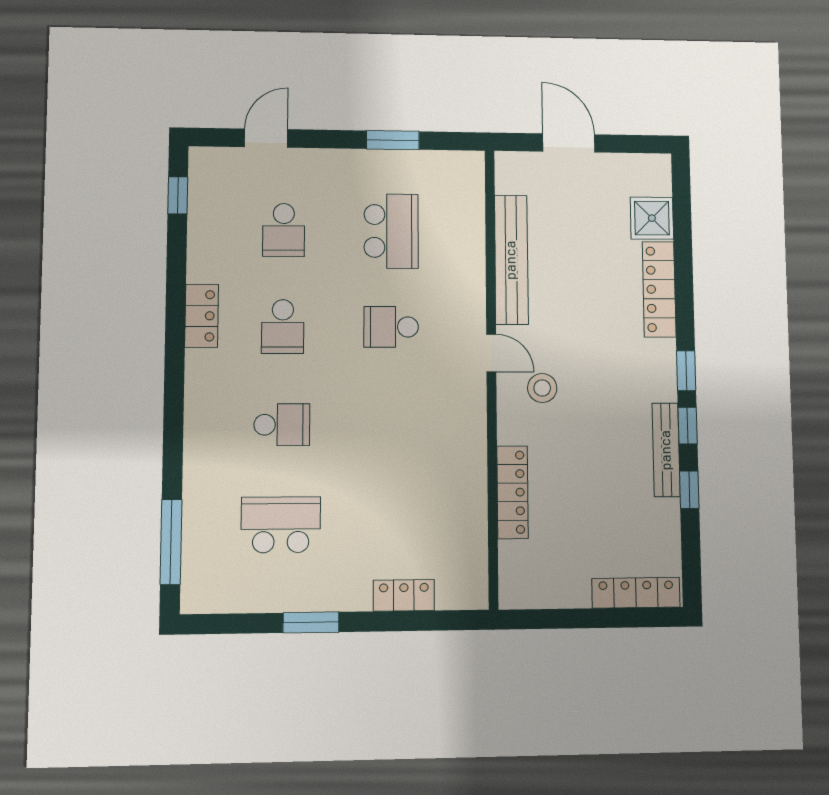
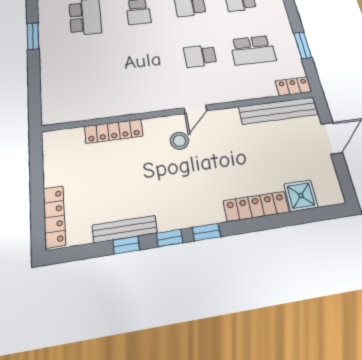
bench: (511, 260) -> (278, 111), moved
school desk: (391, 327) -> (200, 56), turned -90
bench: (666, 450) -> (125, 229), moved
locker: (404, 595) -> (293, 86), moved, turned -90

